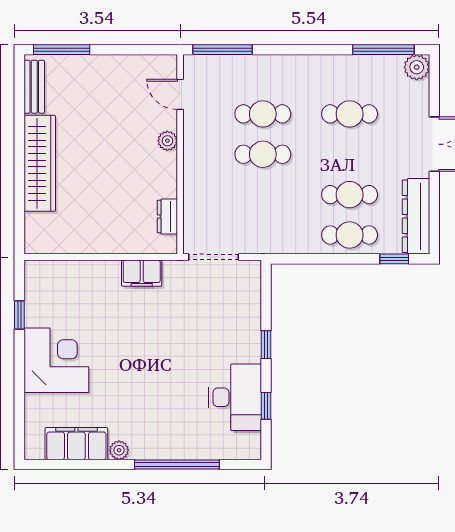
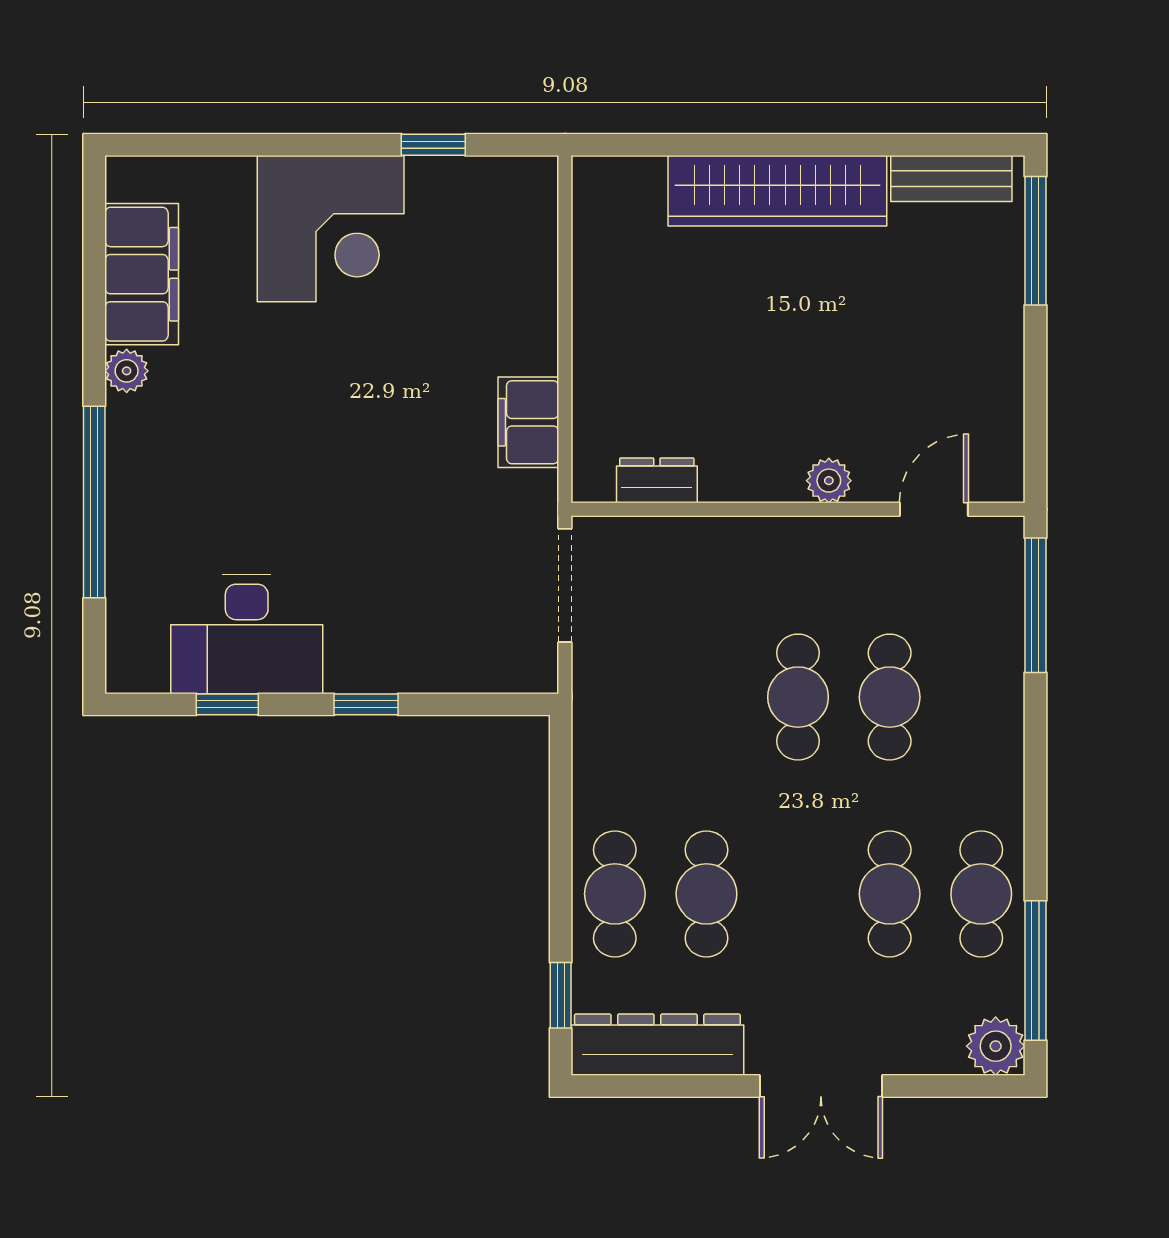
cafe table: (350, 74) -> (981, 894), added

